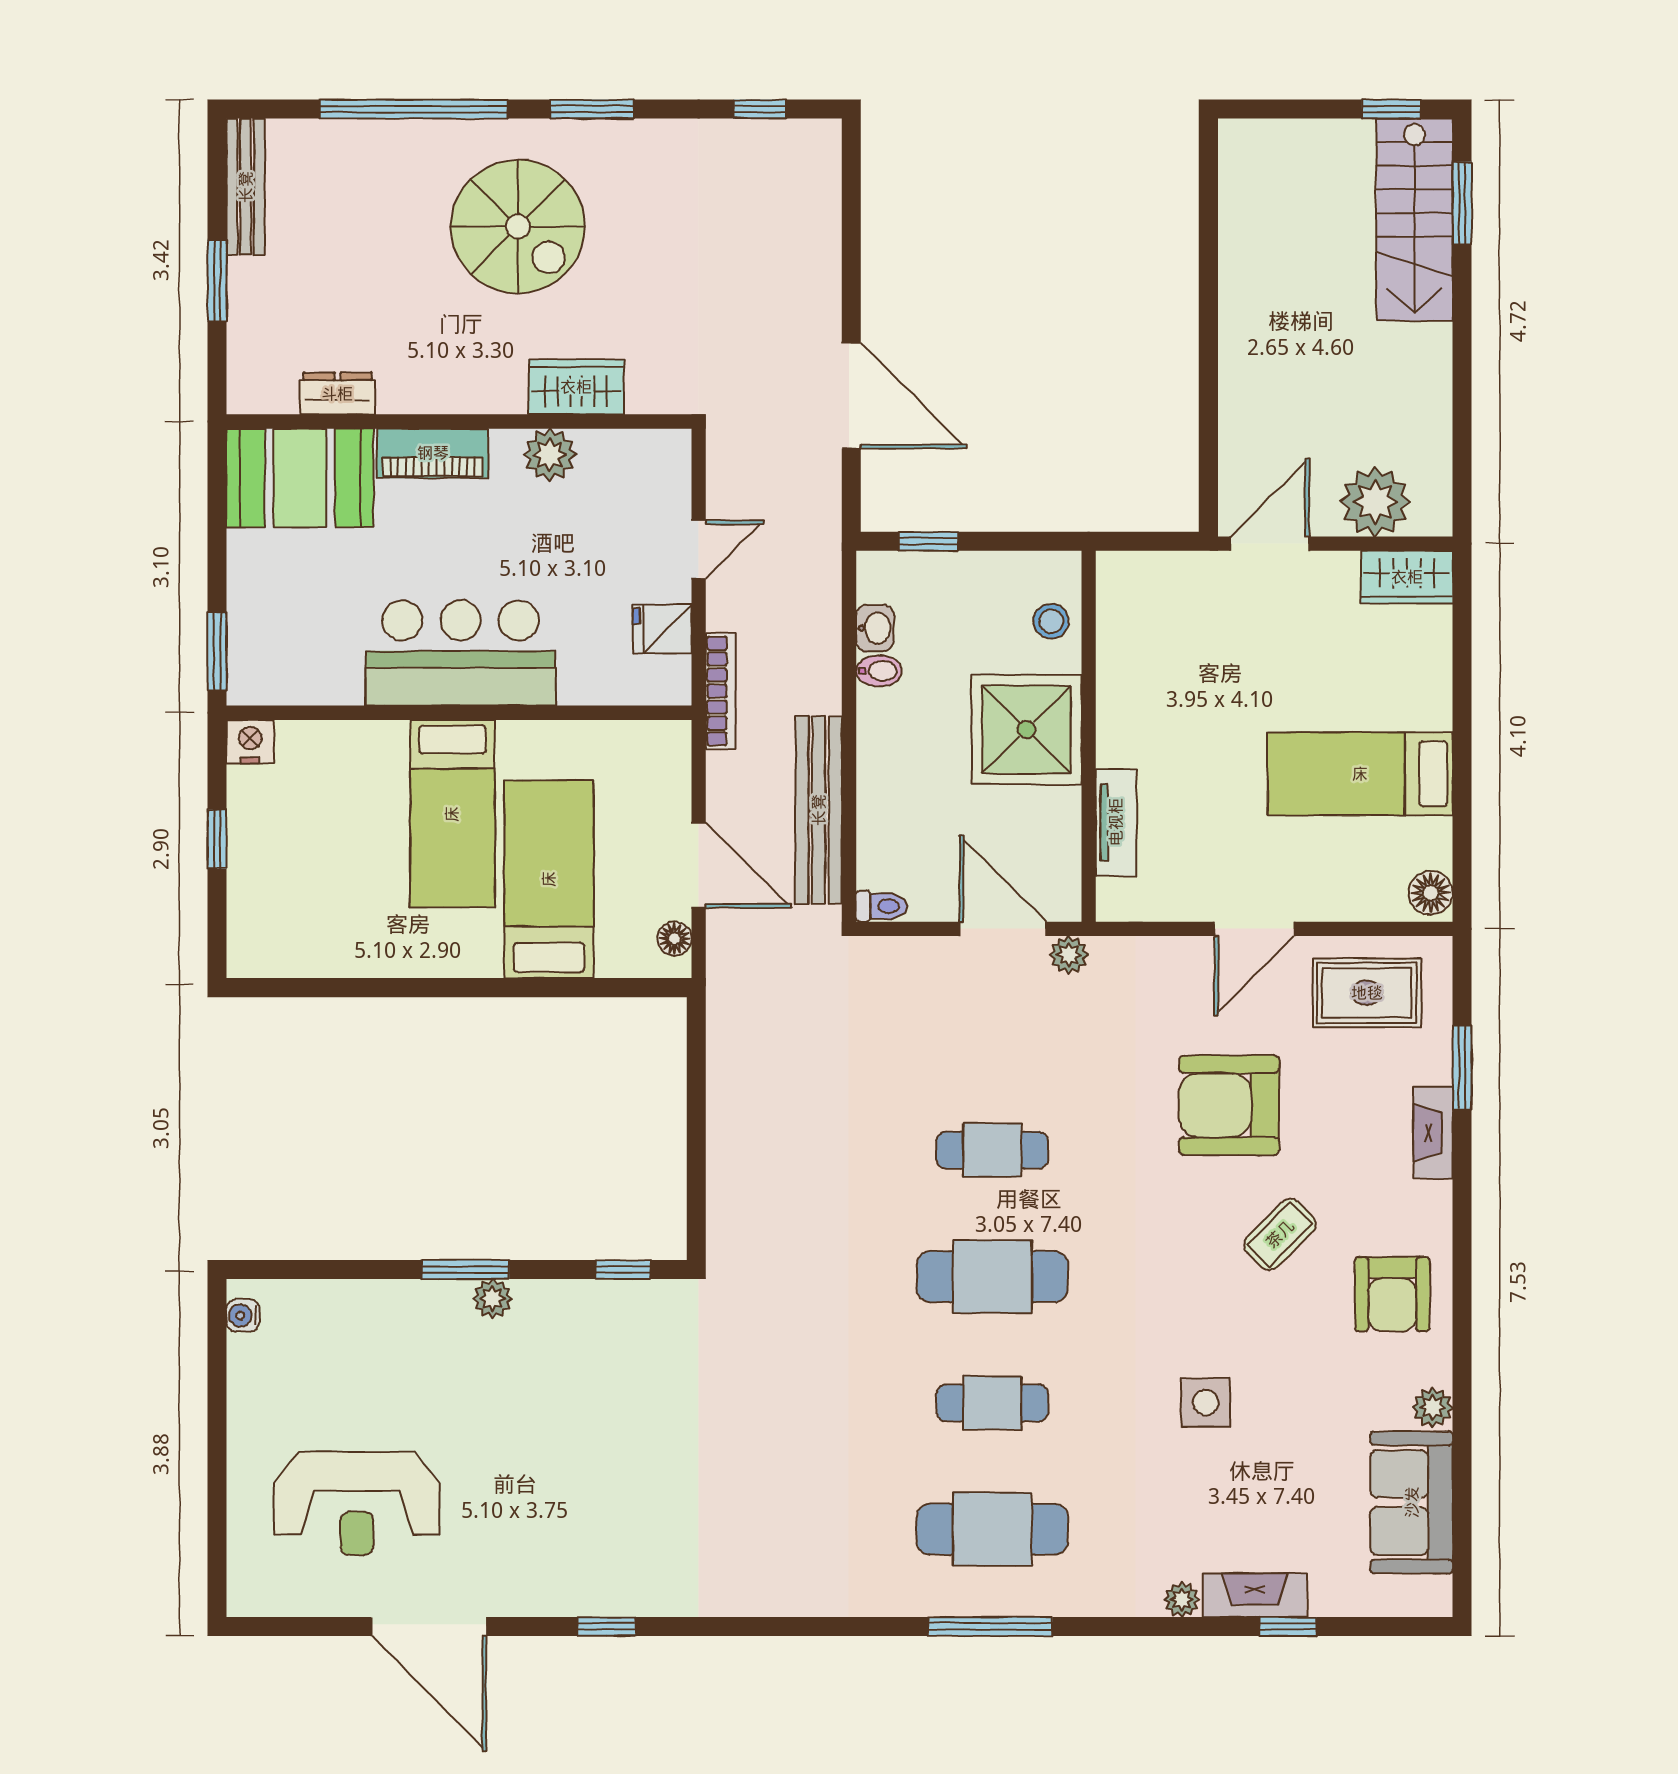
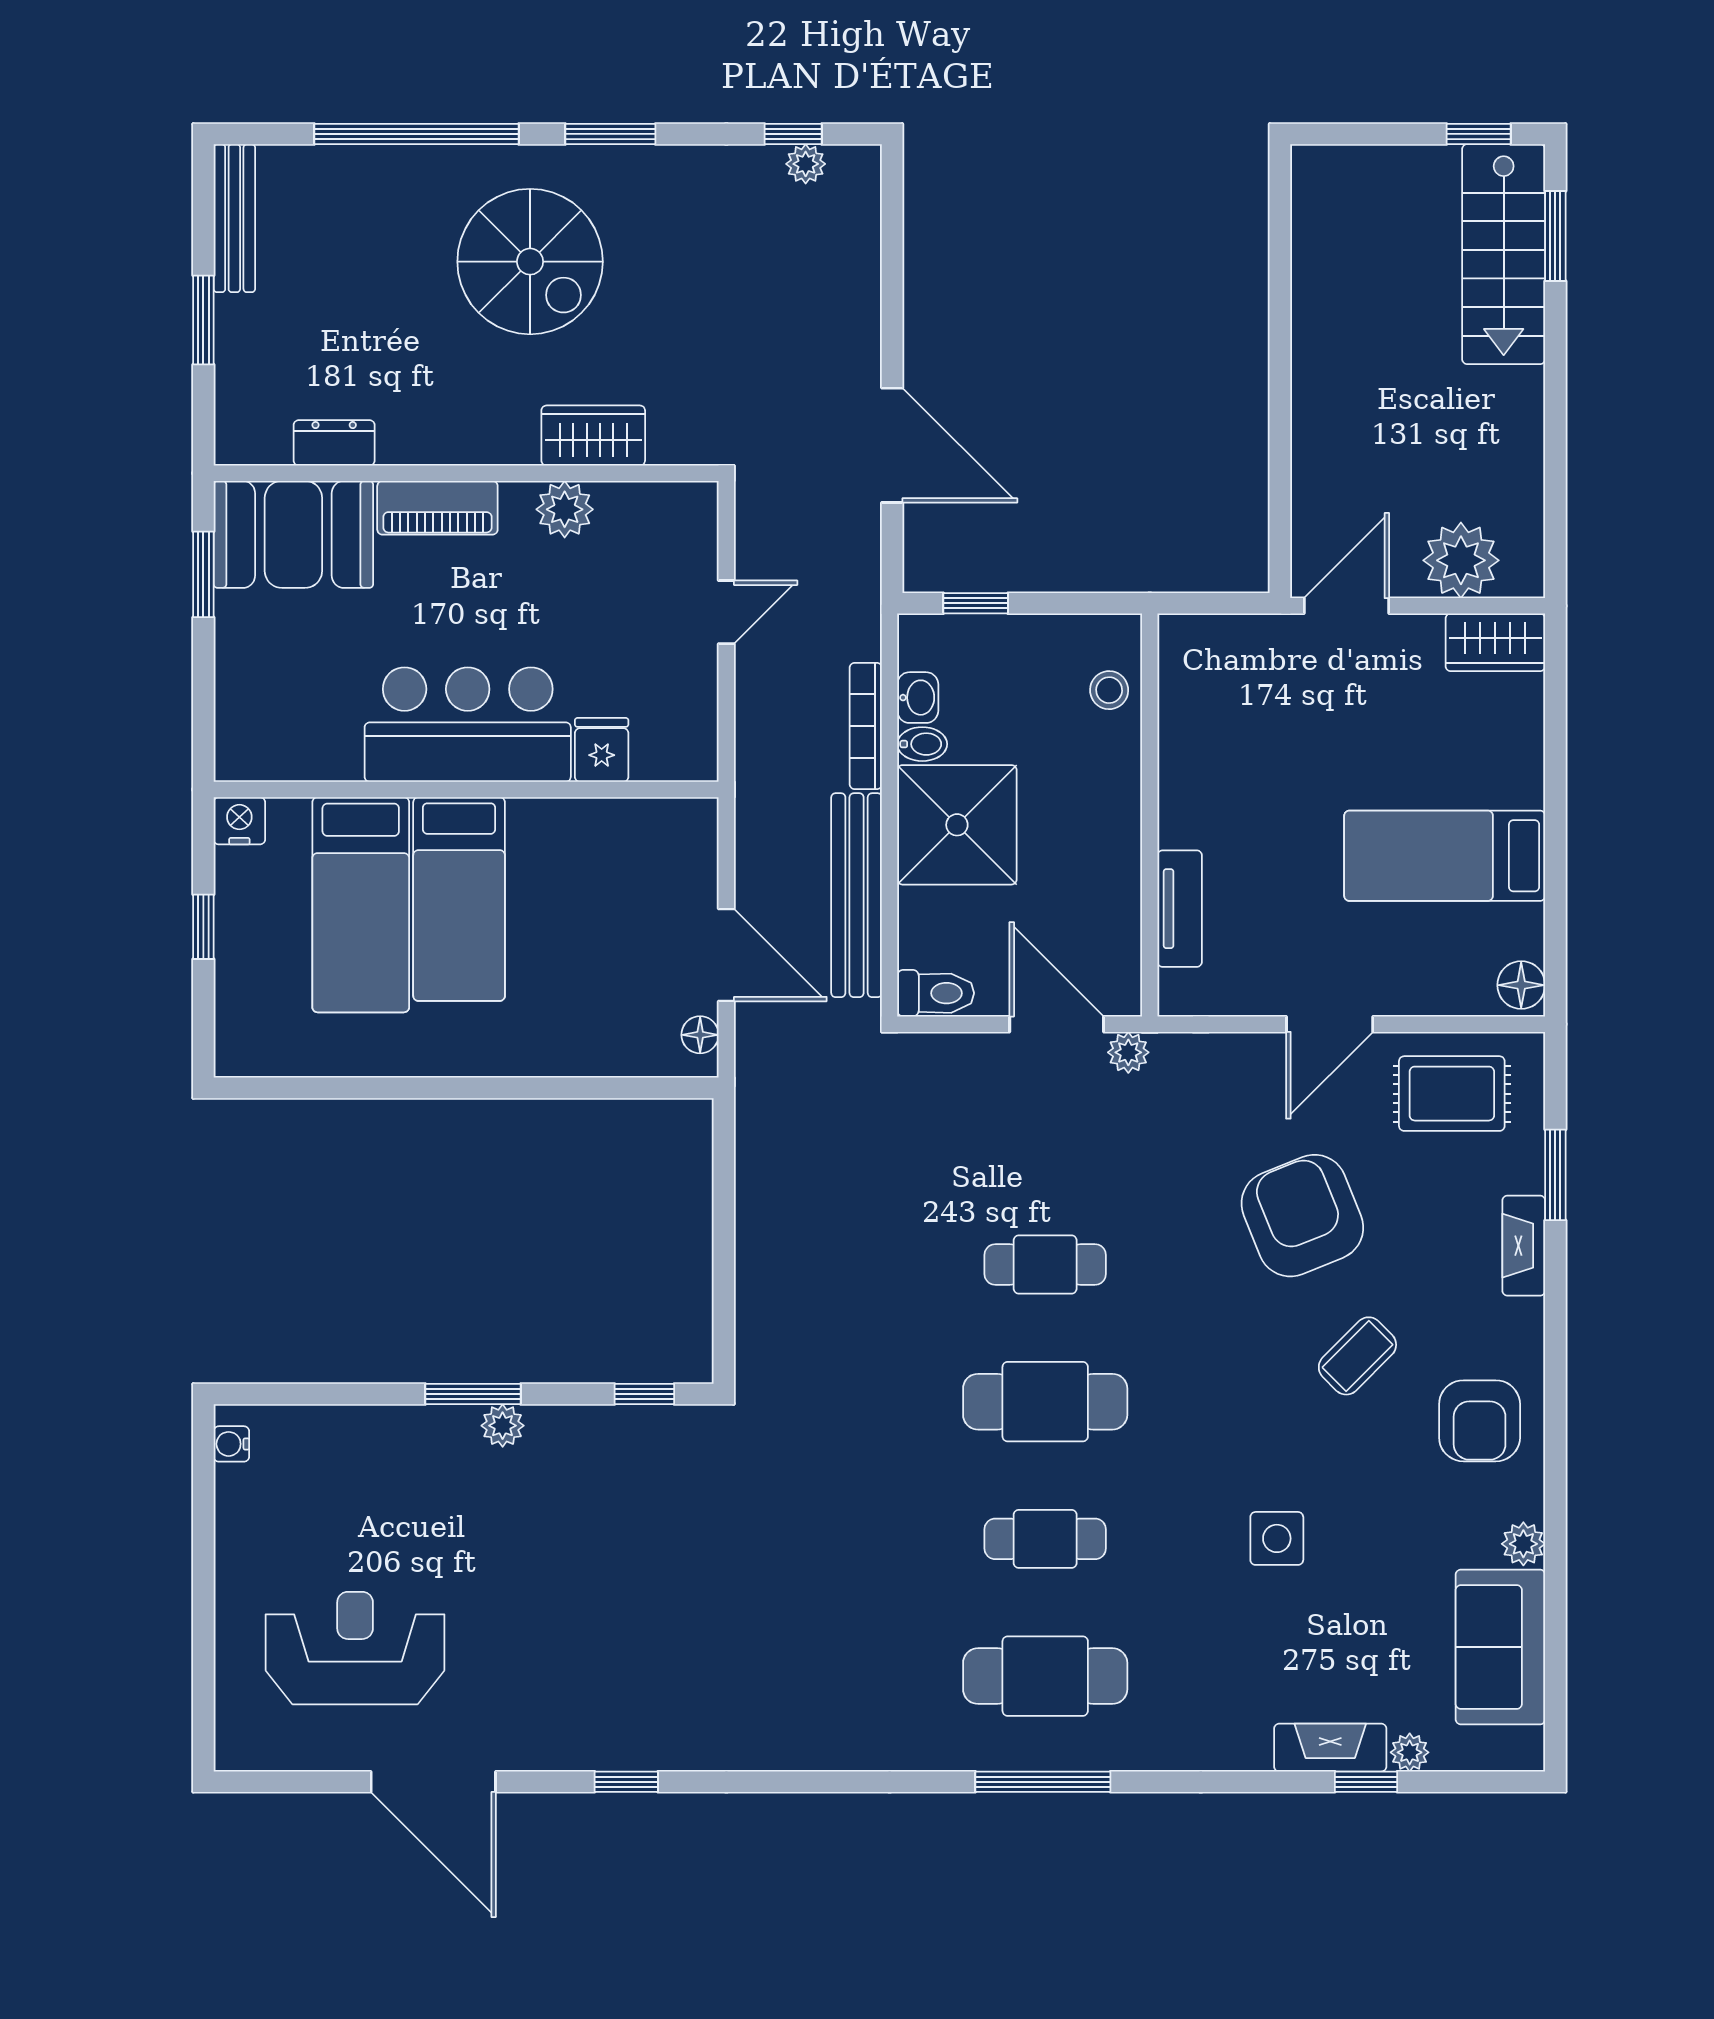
plant: (772, 137) -> (806, 164), added
fridge: (662, 629) -> (602, 750), moved, turned 90
window: (217, 651) -> (203, 574), moved
bookcase: (721, 691) -> (866, 726), moved, turned 180
shower: (1027, 730) -> (957, 825), moved
bed: (549, 879) -> (361, 905), moved, turned 180
toilet: (882, 906) -> (936, 993), width x1.37, depth x1.39
armchair: (1229, 1105) -> (1302, 1216), turned 68
reception desk: (357, 1503) -> (355, 1648), turned 180
plant: (1182, 1600) -> (1410, 1752), moved

